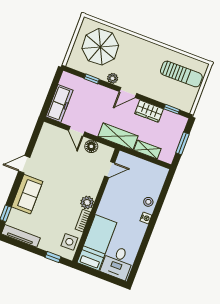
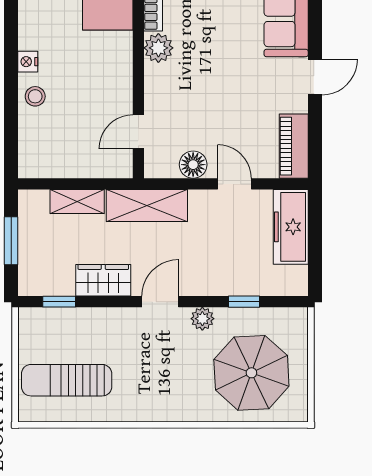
piano: (45, 138) -> (294, 146), added

